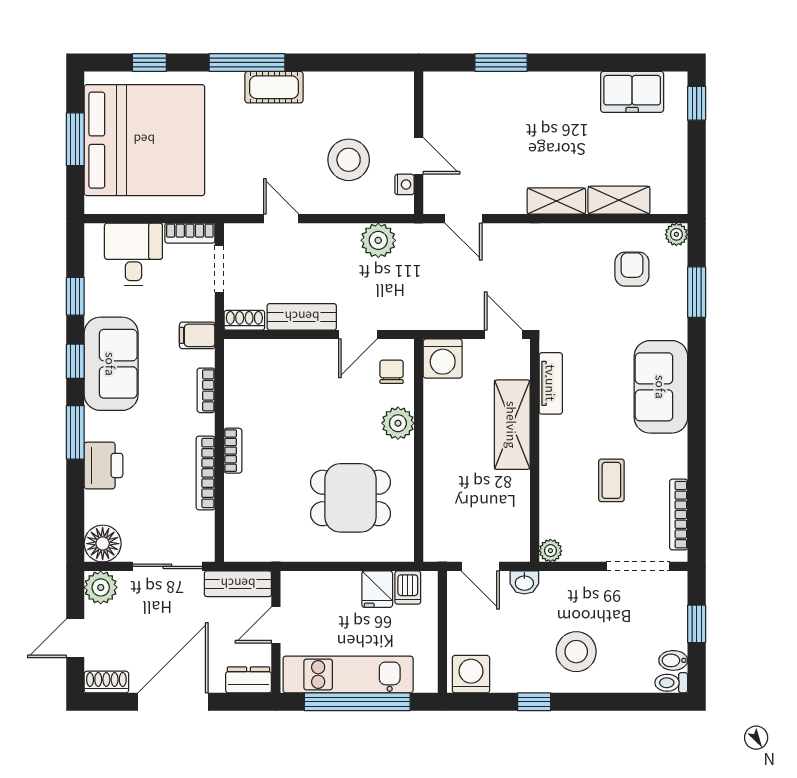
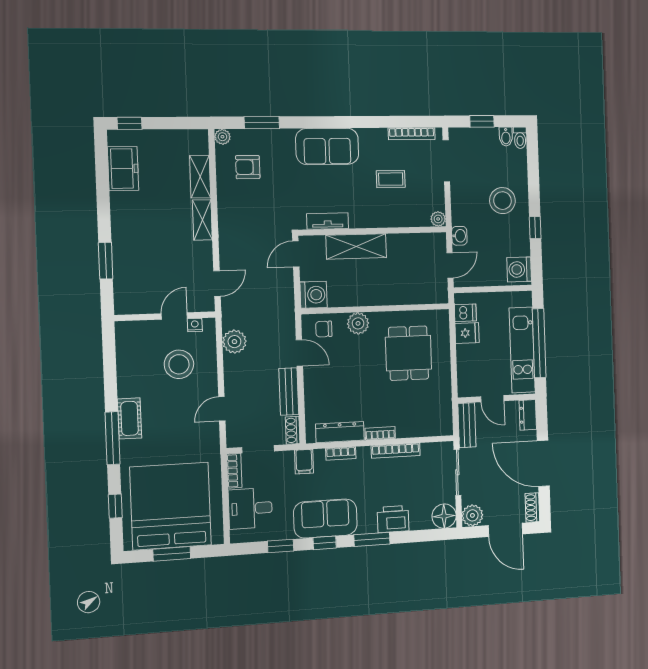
dresser: (238, 390) -> (340, 432), added
door: (75, 638) -> (505, 530), width x1.38

